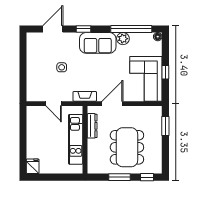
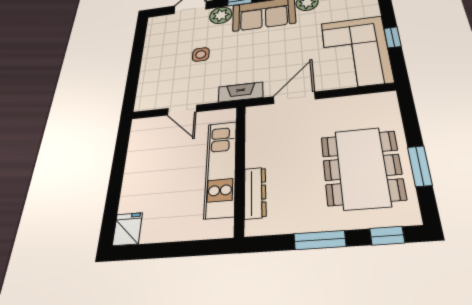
plant: (72, 39) -> (221, 15), added
dresser: (92, 126) -> (255, 193), moved
window: (165, 126) -> (420, 166), moved
dining table: (127, 147) -> (362, 167), moved

